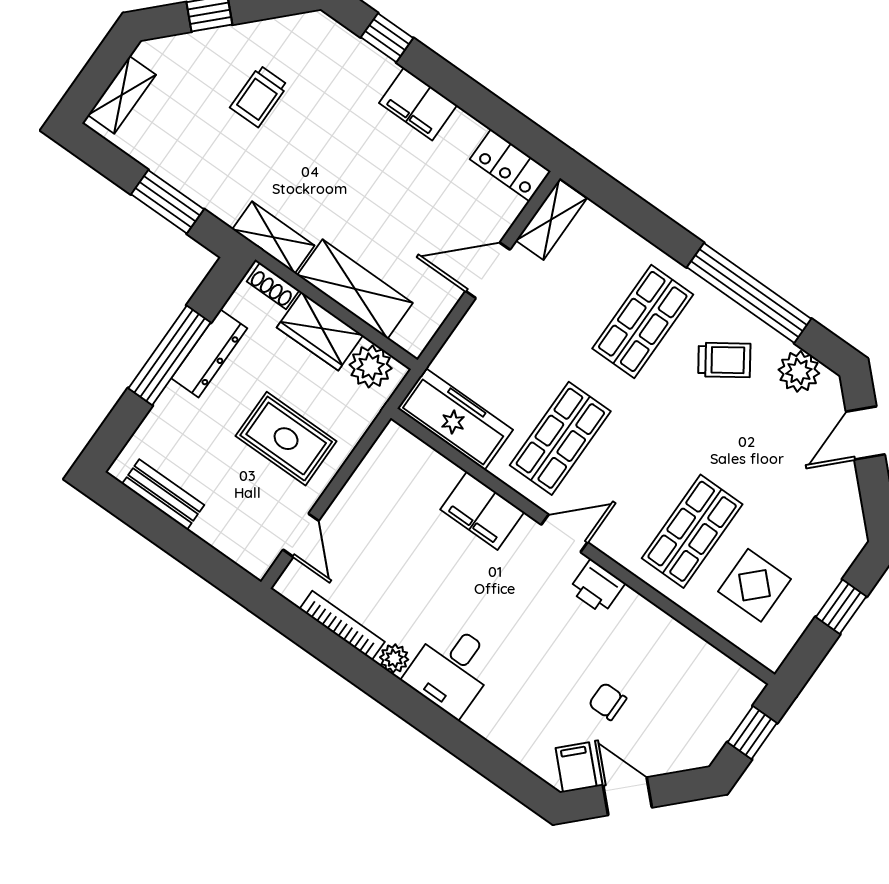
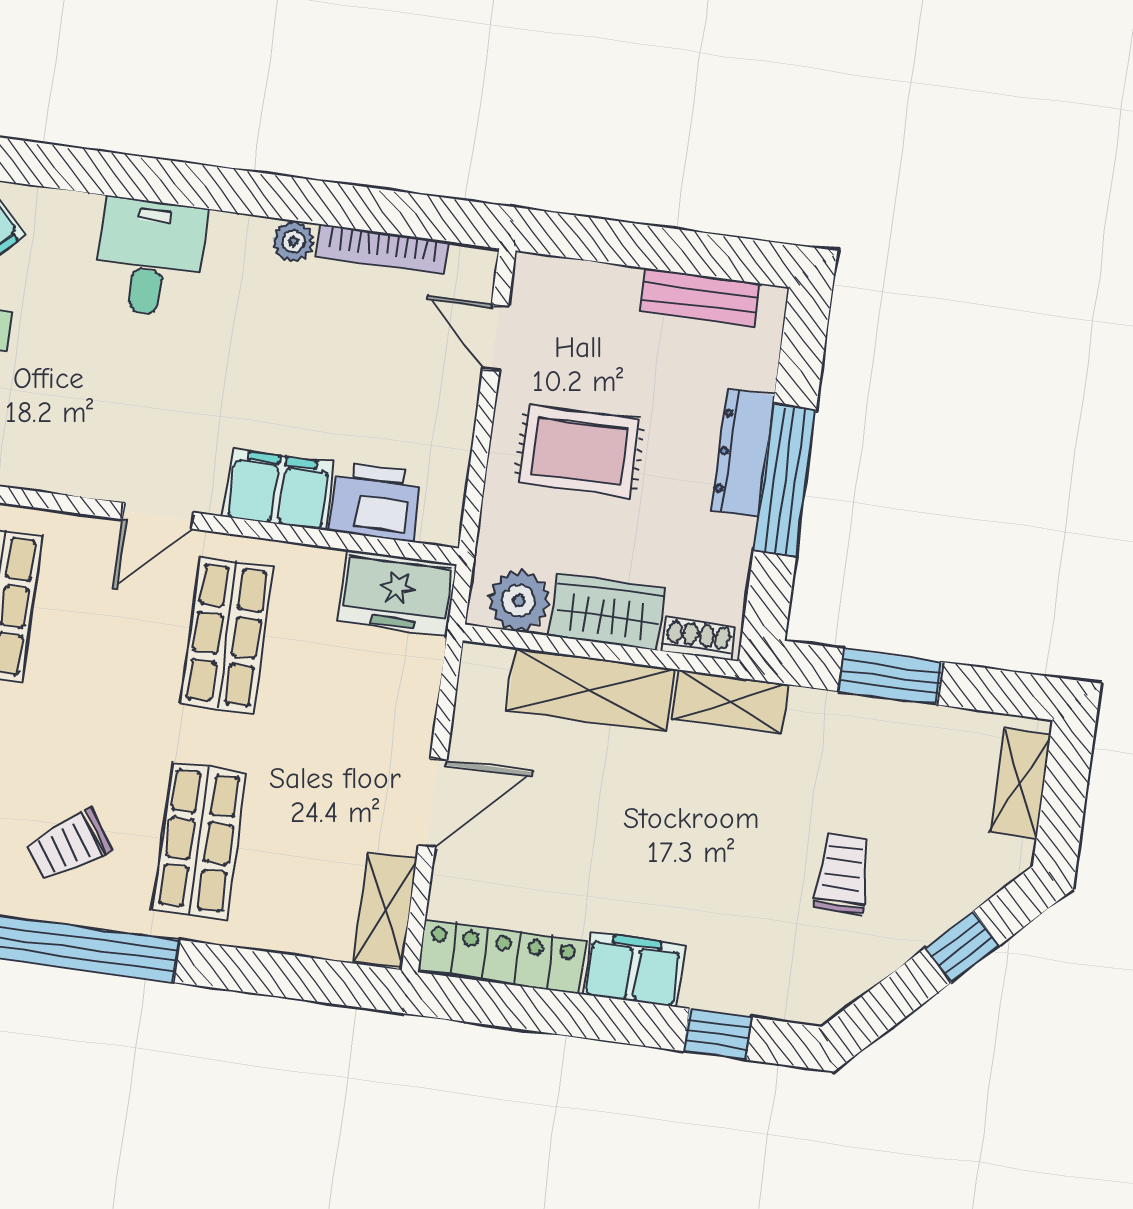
locker: (510, 165) -> (502, 957), width x1.53
dresser: (209, 353) -> (743, 453), moved
freezer: (455, 419) -> (397, 593), width x0.71
printer: (597, 587) -> (375, 502), moved, width x1.36, depth x1.24
desk: (451, 669) -> (150, 257), moved

